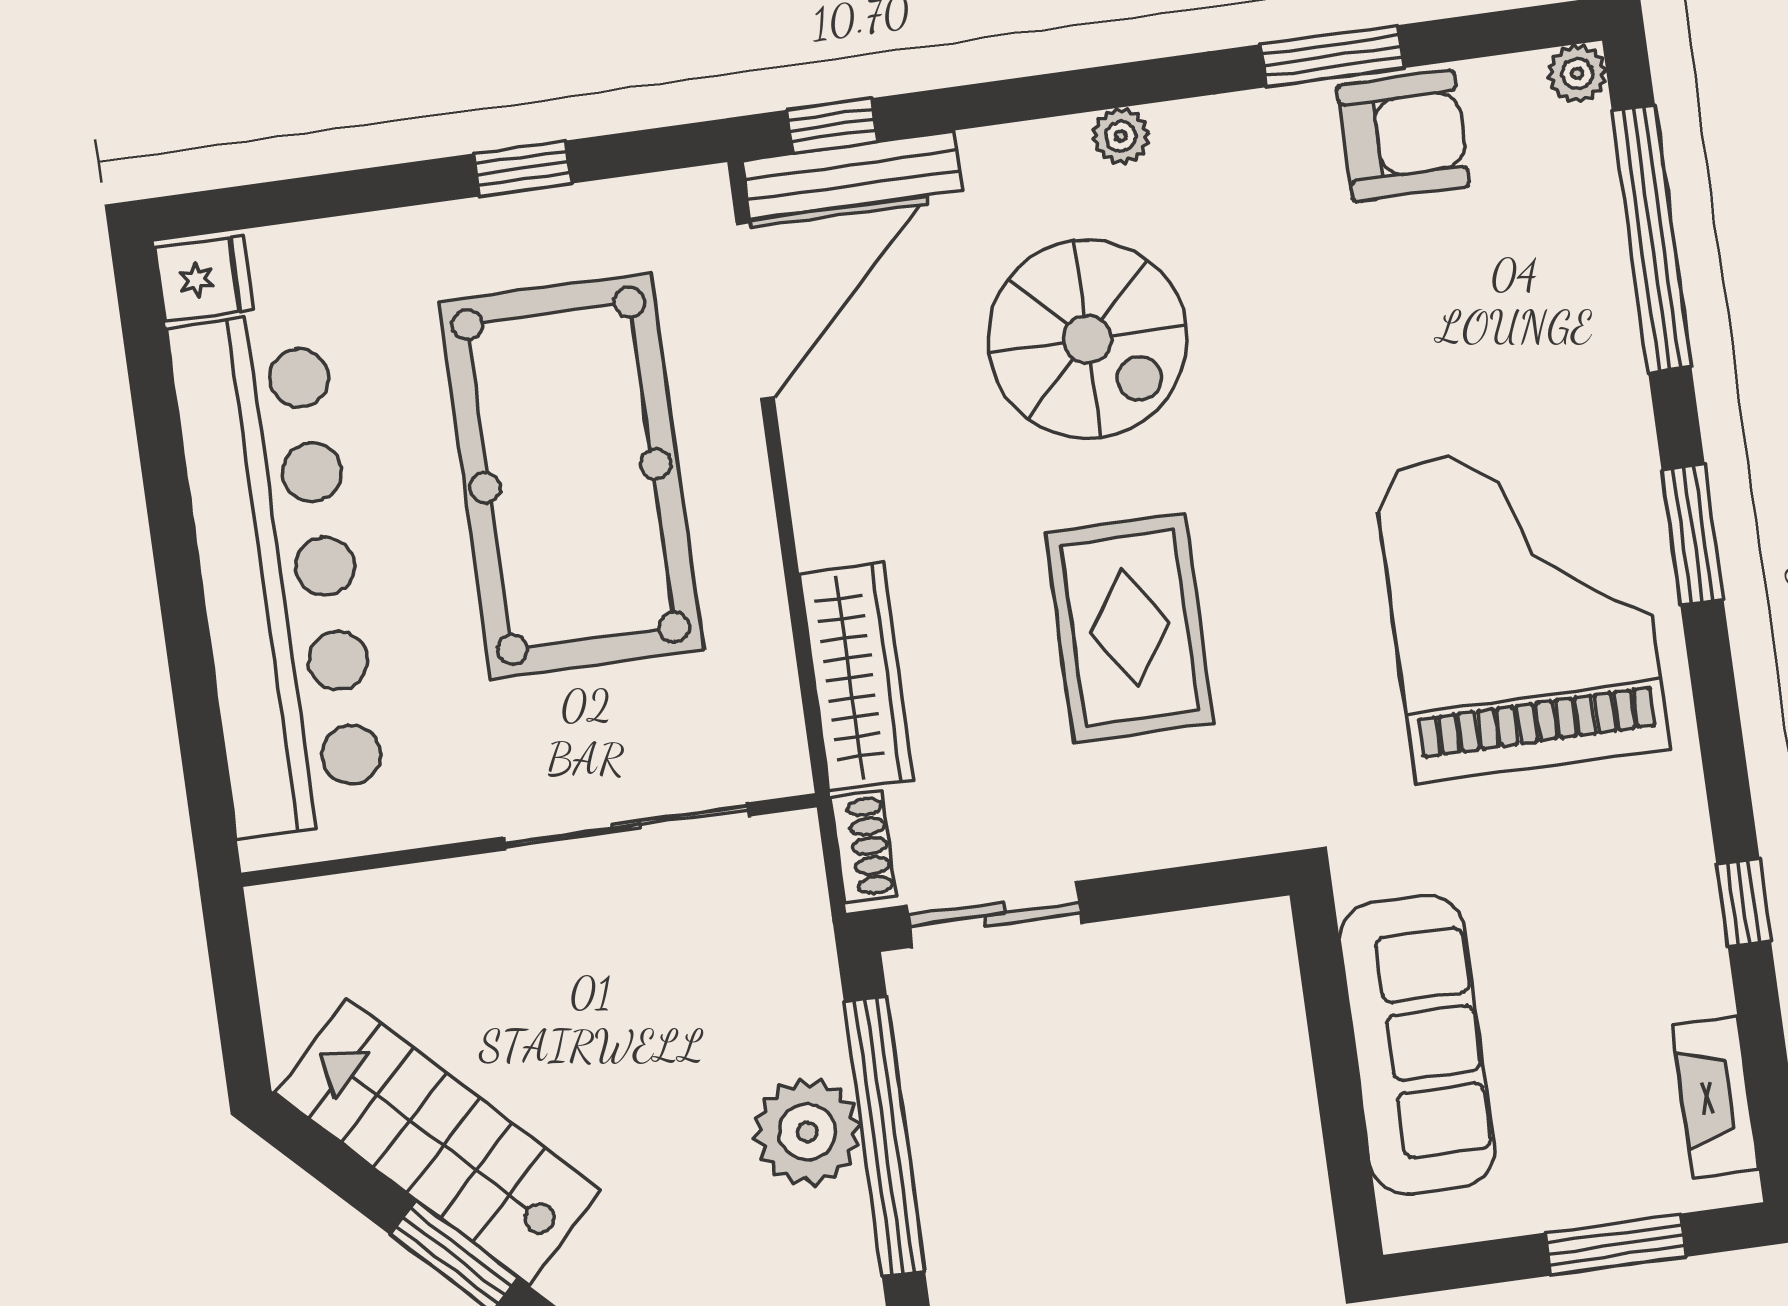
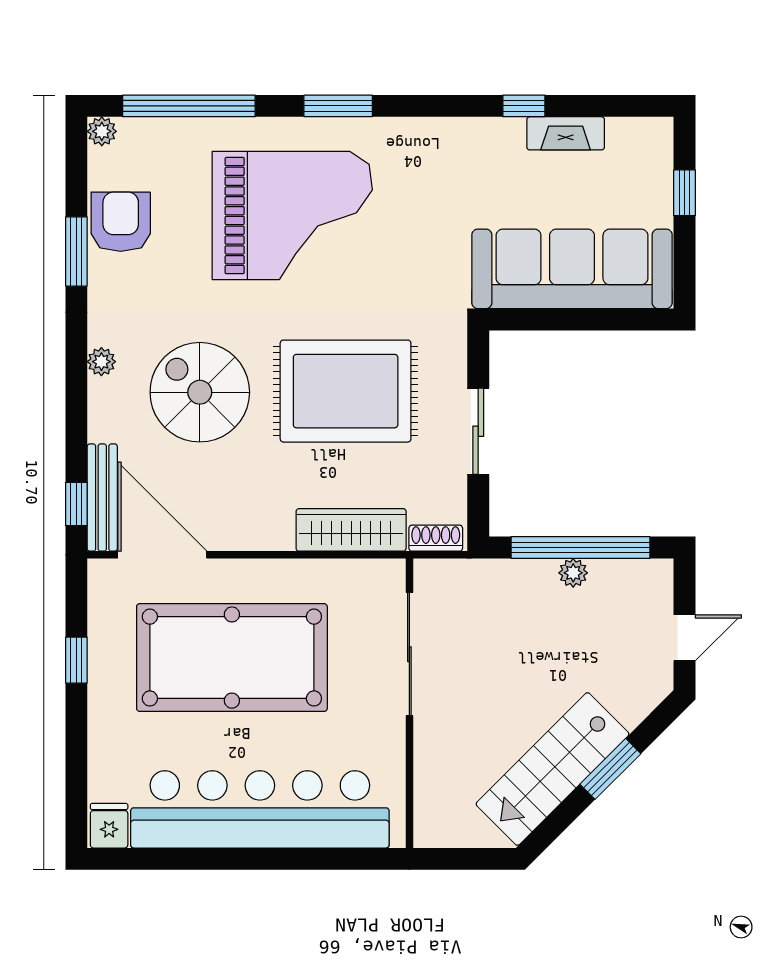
spiral stairs: (1087, 339) -> (200, 392), turned -90
grand piano: (1521, 608) -> (292, 216), moved, turned 180
rug: (1130, 628) -> (346, 391), width x1.37, depth x1.44
sliding door: (995, 914) -> (478, 431), moved
sofa: (1417, 1045) -> (572, 269), width x1.36, depth x1.27
fireplace: (1715, 1097) -> (566, 133), moved
plant: (807, 1132) -> (573, 573), width x0.53, depth x0.53
window: (1616, 1245) -> (685, 193), width x0.67

